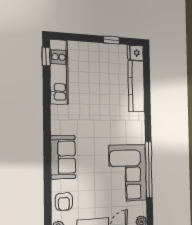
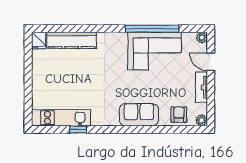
window: (111, 40) -> (28, 66), removed
window: (46, 56) -> (78, 129), moved
armchair: (64, 202) -> (179, 115), turned -90

